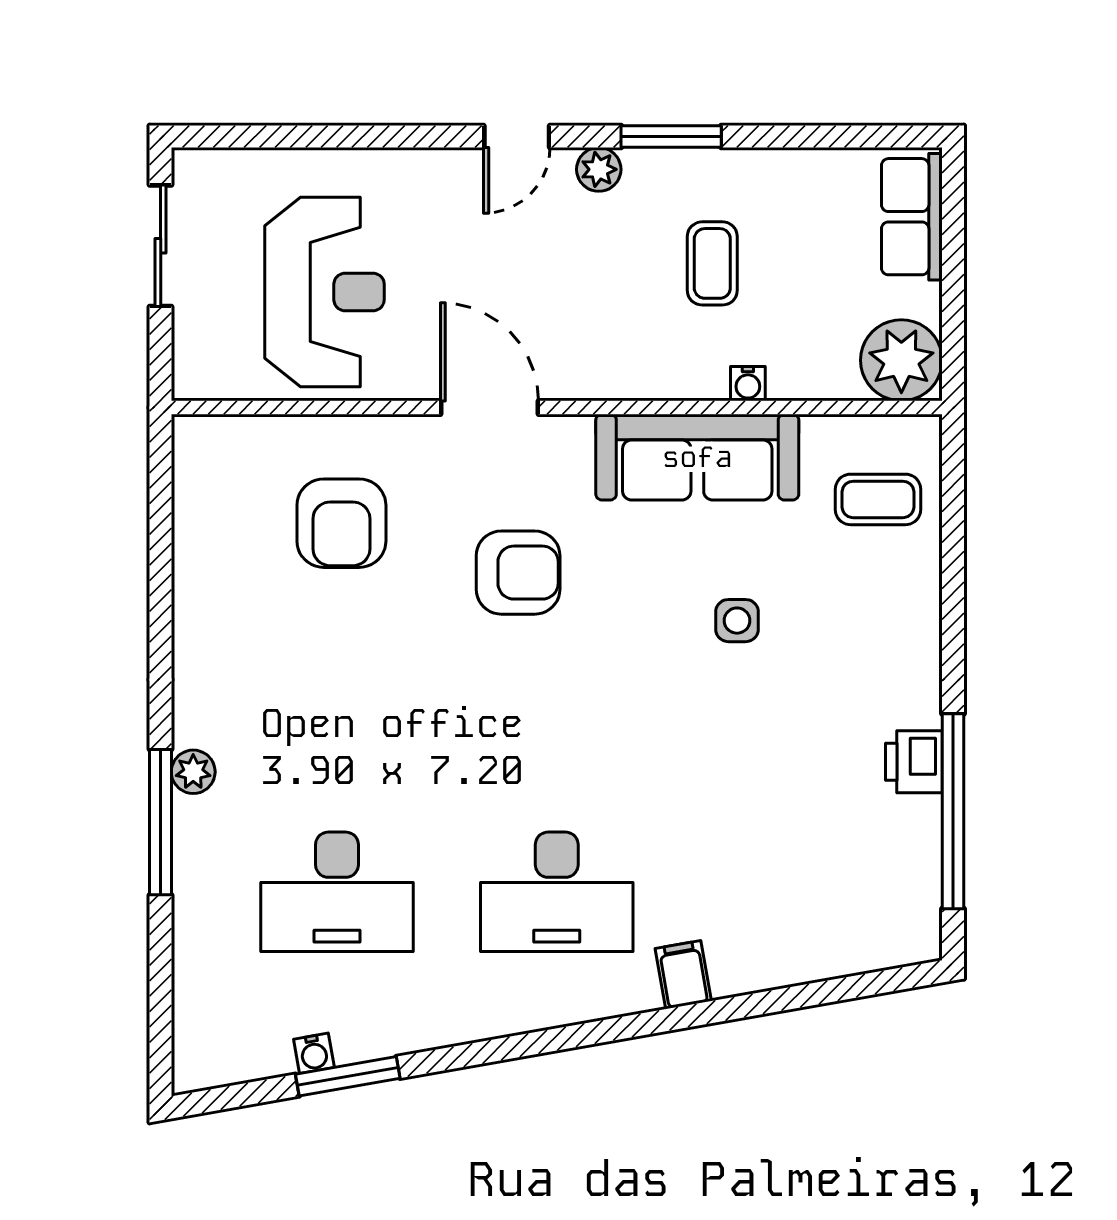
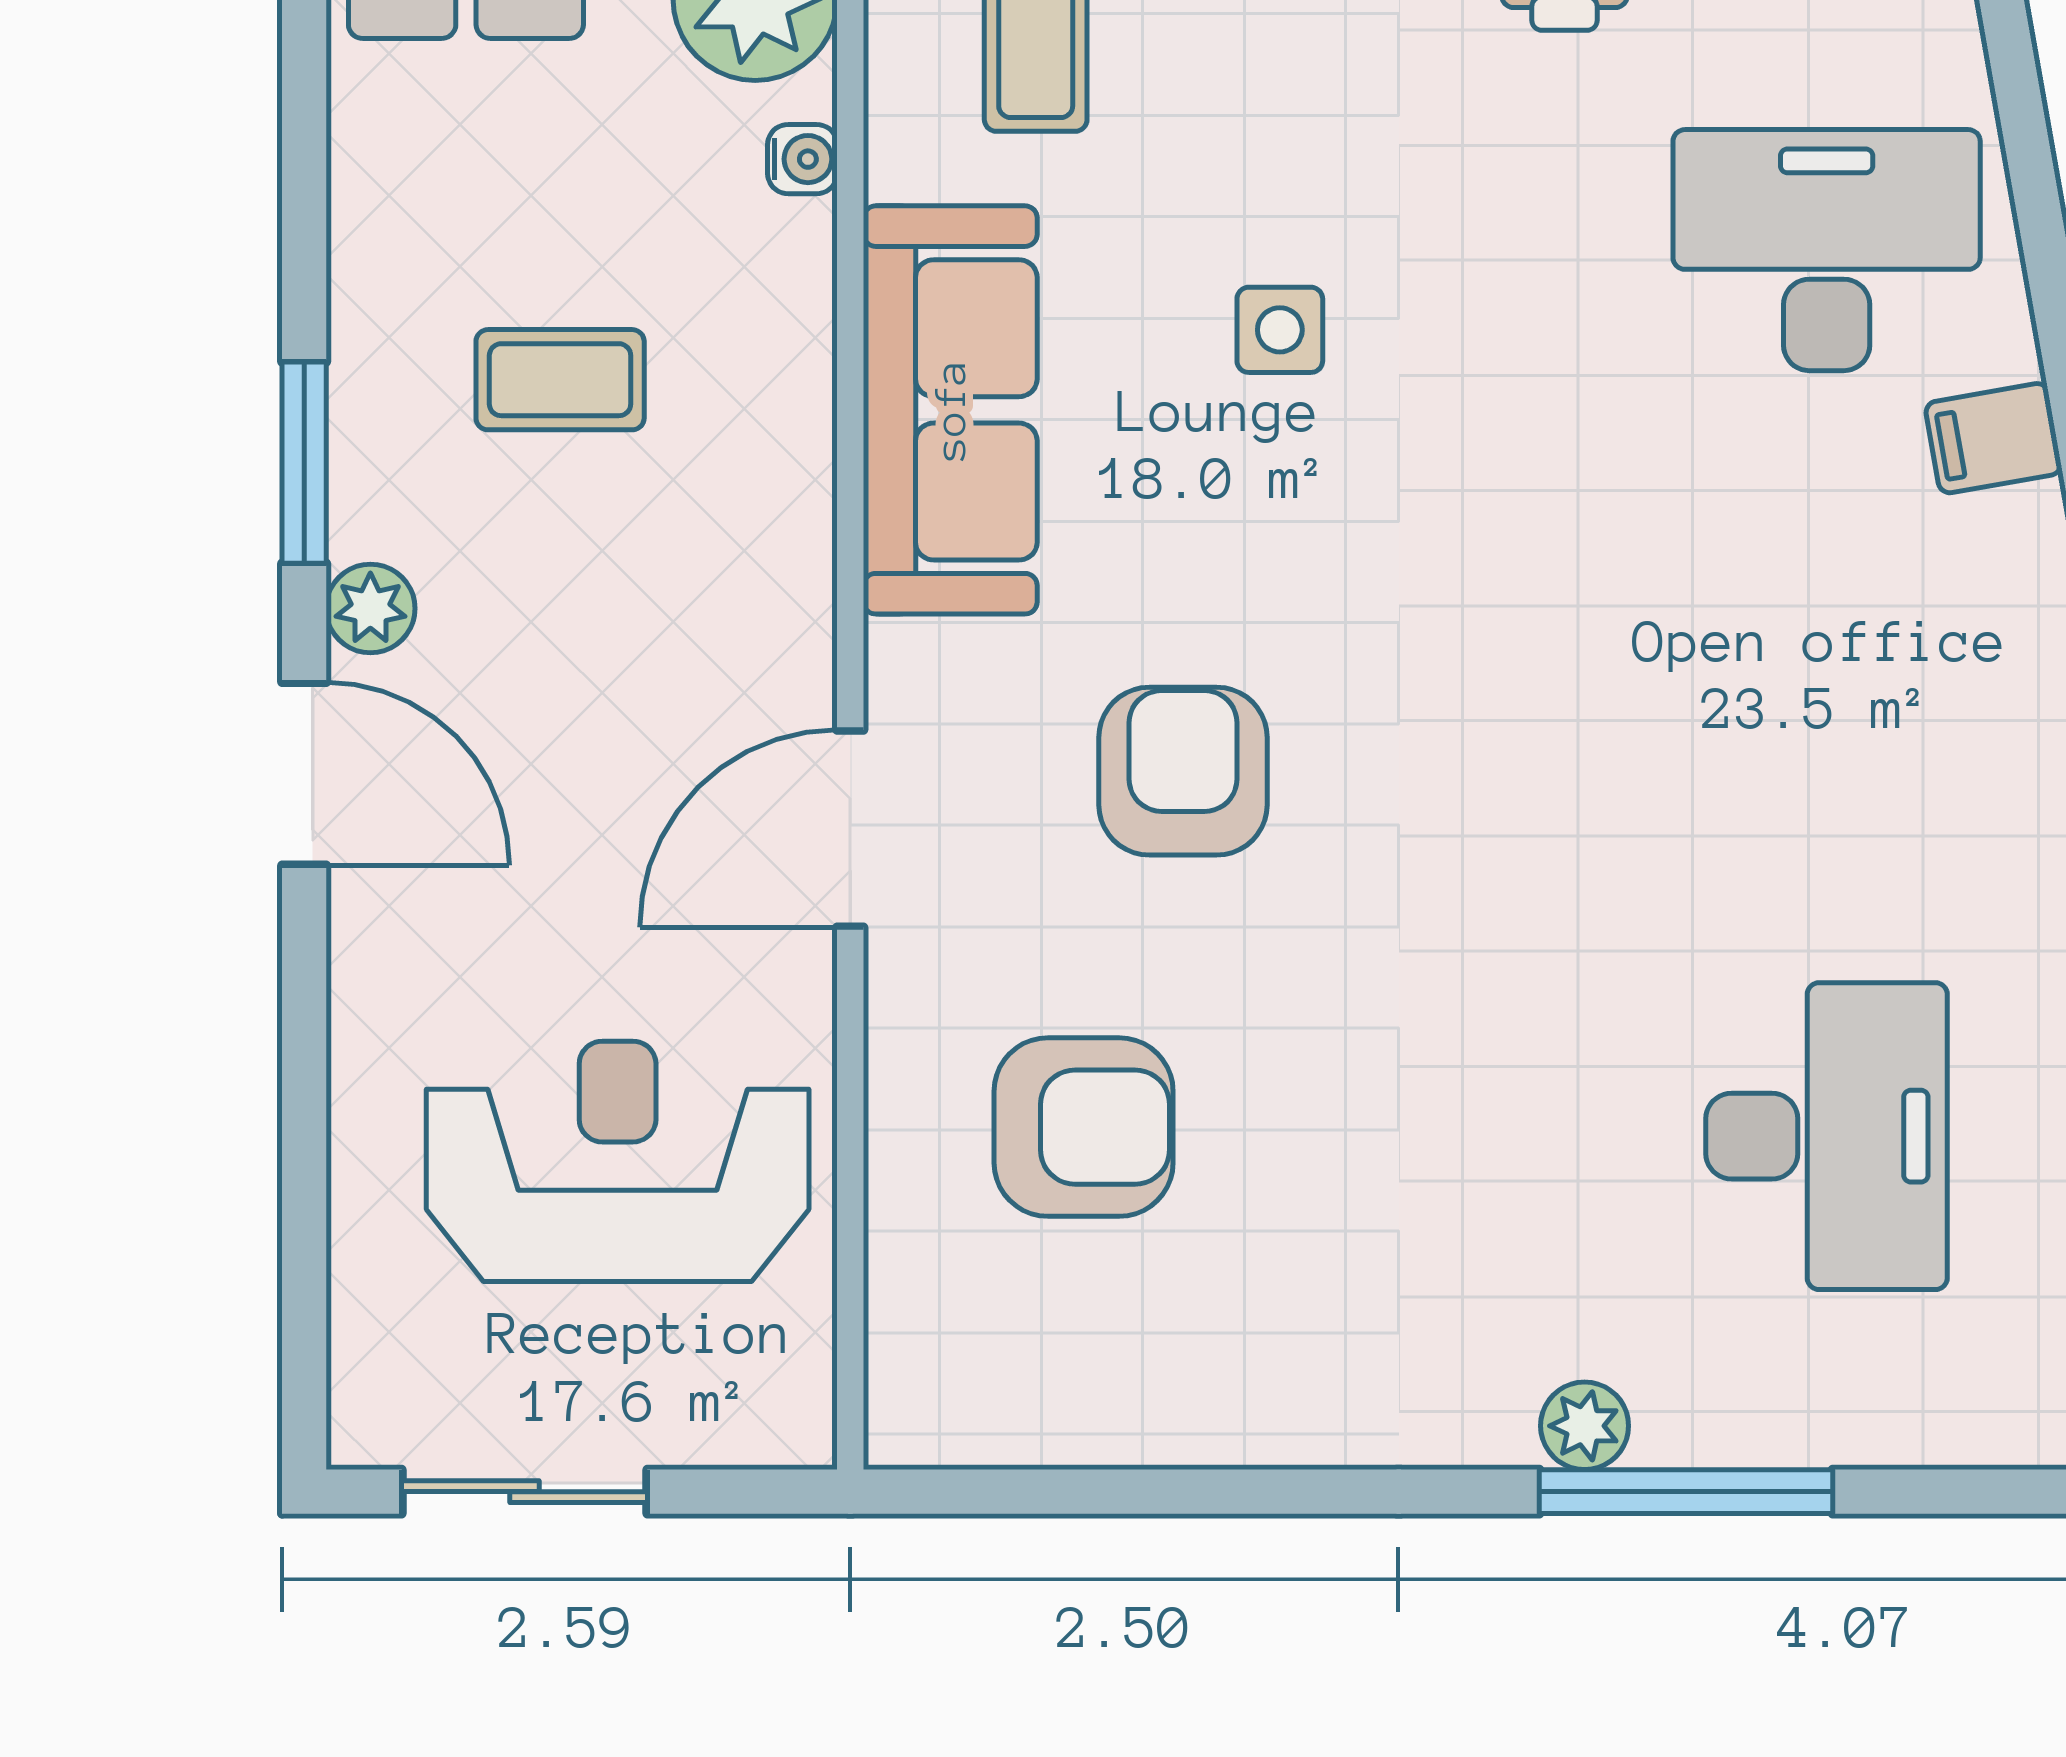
door: (517, 136) -> (304, 774), width x1.38
water cooler: (748, 384) -> (802, 159), moved
desk: (557, 892) -> (1827, 250), moved, turned -90

